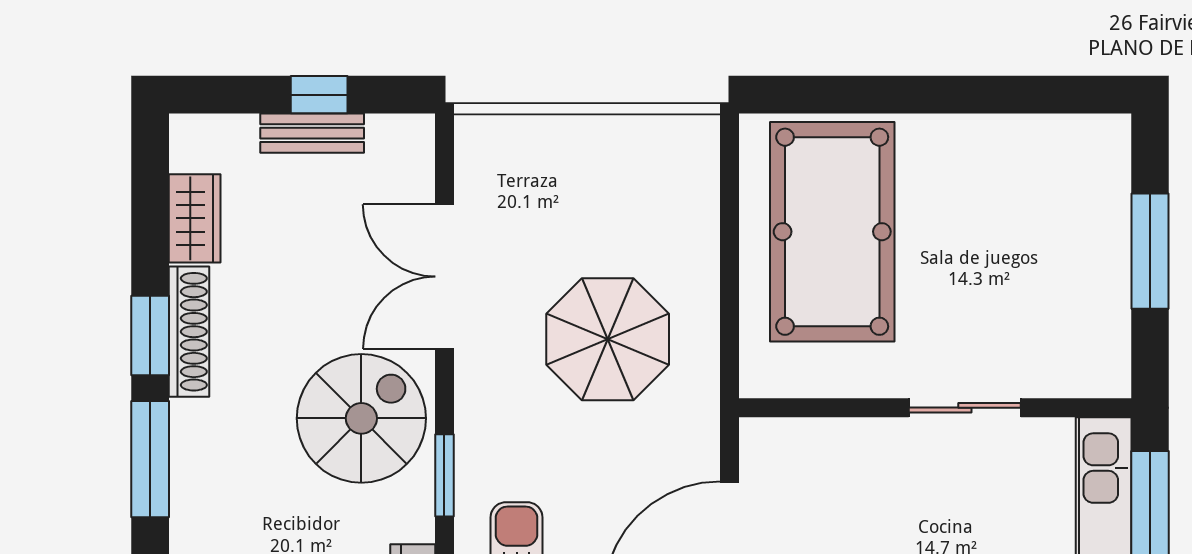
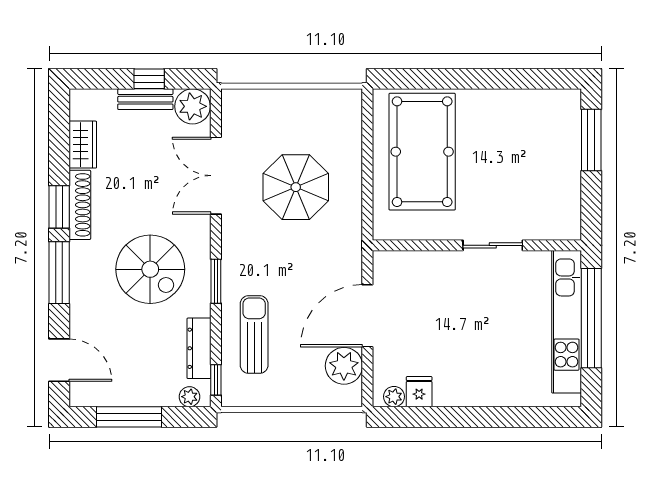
plant: (401, 147) -> (193, 106), added
window: (1150, 251) -> (591, 140), moved
parasol: (608, 339) -> (296, 187), moved
spiral stairs: (361, 418) -> (150, 269), moved, turned 90

